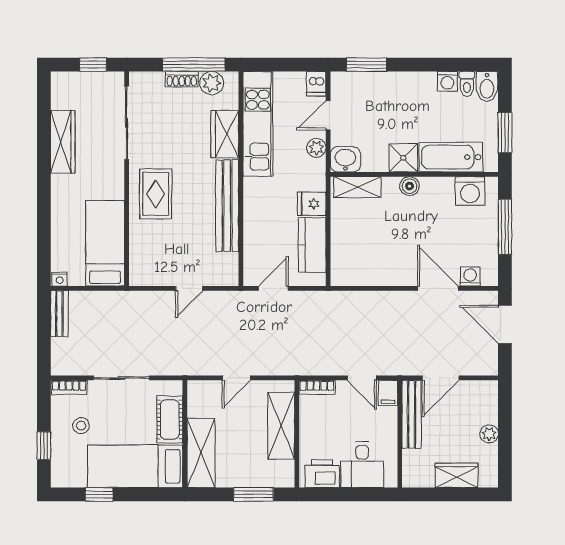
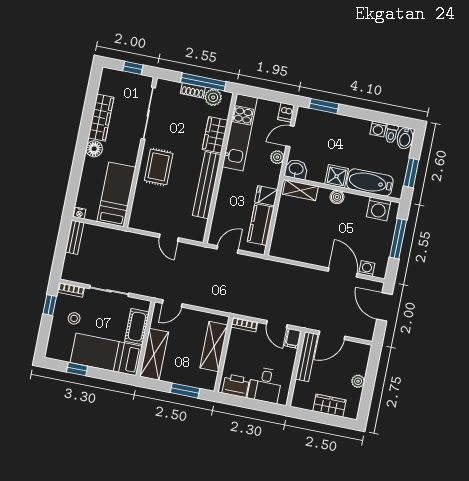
floor lamp: (62, 187) -> (94, 149), added
door: (189, 288) -> (169, 238), hinge flipped
door: (236, 378) -> (172, 303), moved
window: (44, 446) -> (50, 305), moved

